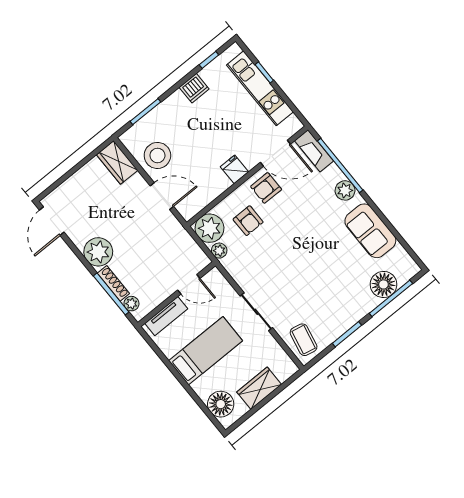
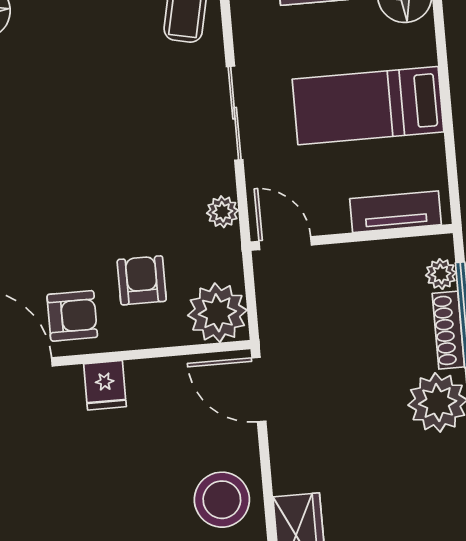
door: (162, 196) -> (259, 389), moved
plant: (219, 251) -> (222, 212), moved
door: (189, 284) -> (285, 243), moved

